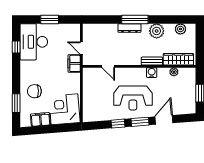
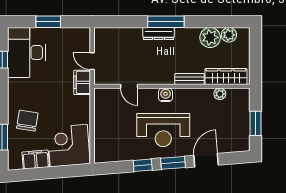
plant: (157, 31) -> (210, 37), moved
water cooler: (152, 73) -> (166, 95), moved
chair: (34, 91) -> (27, 121), turned 99

